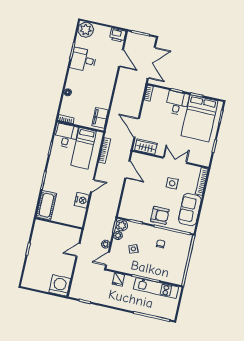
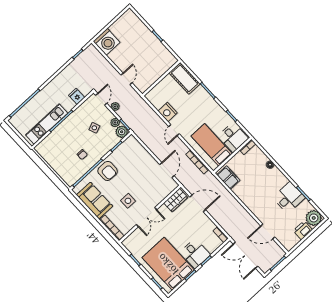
printer: (118, 35) -> (303, 230), moved
door: (127, 170) -> (167, 170), swing flipped
armchair: (160, 215) -> (108, 171), turned -90

